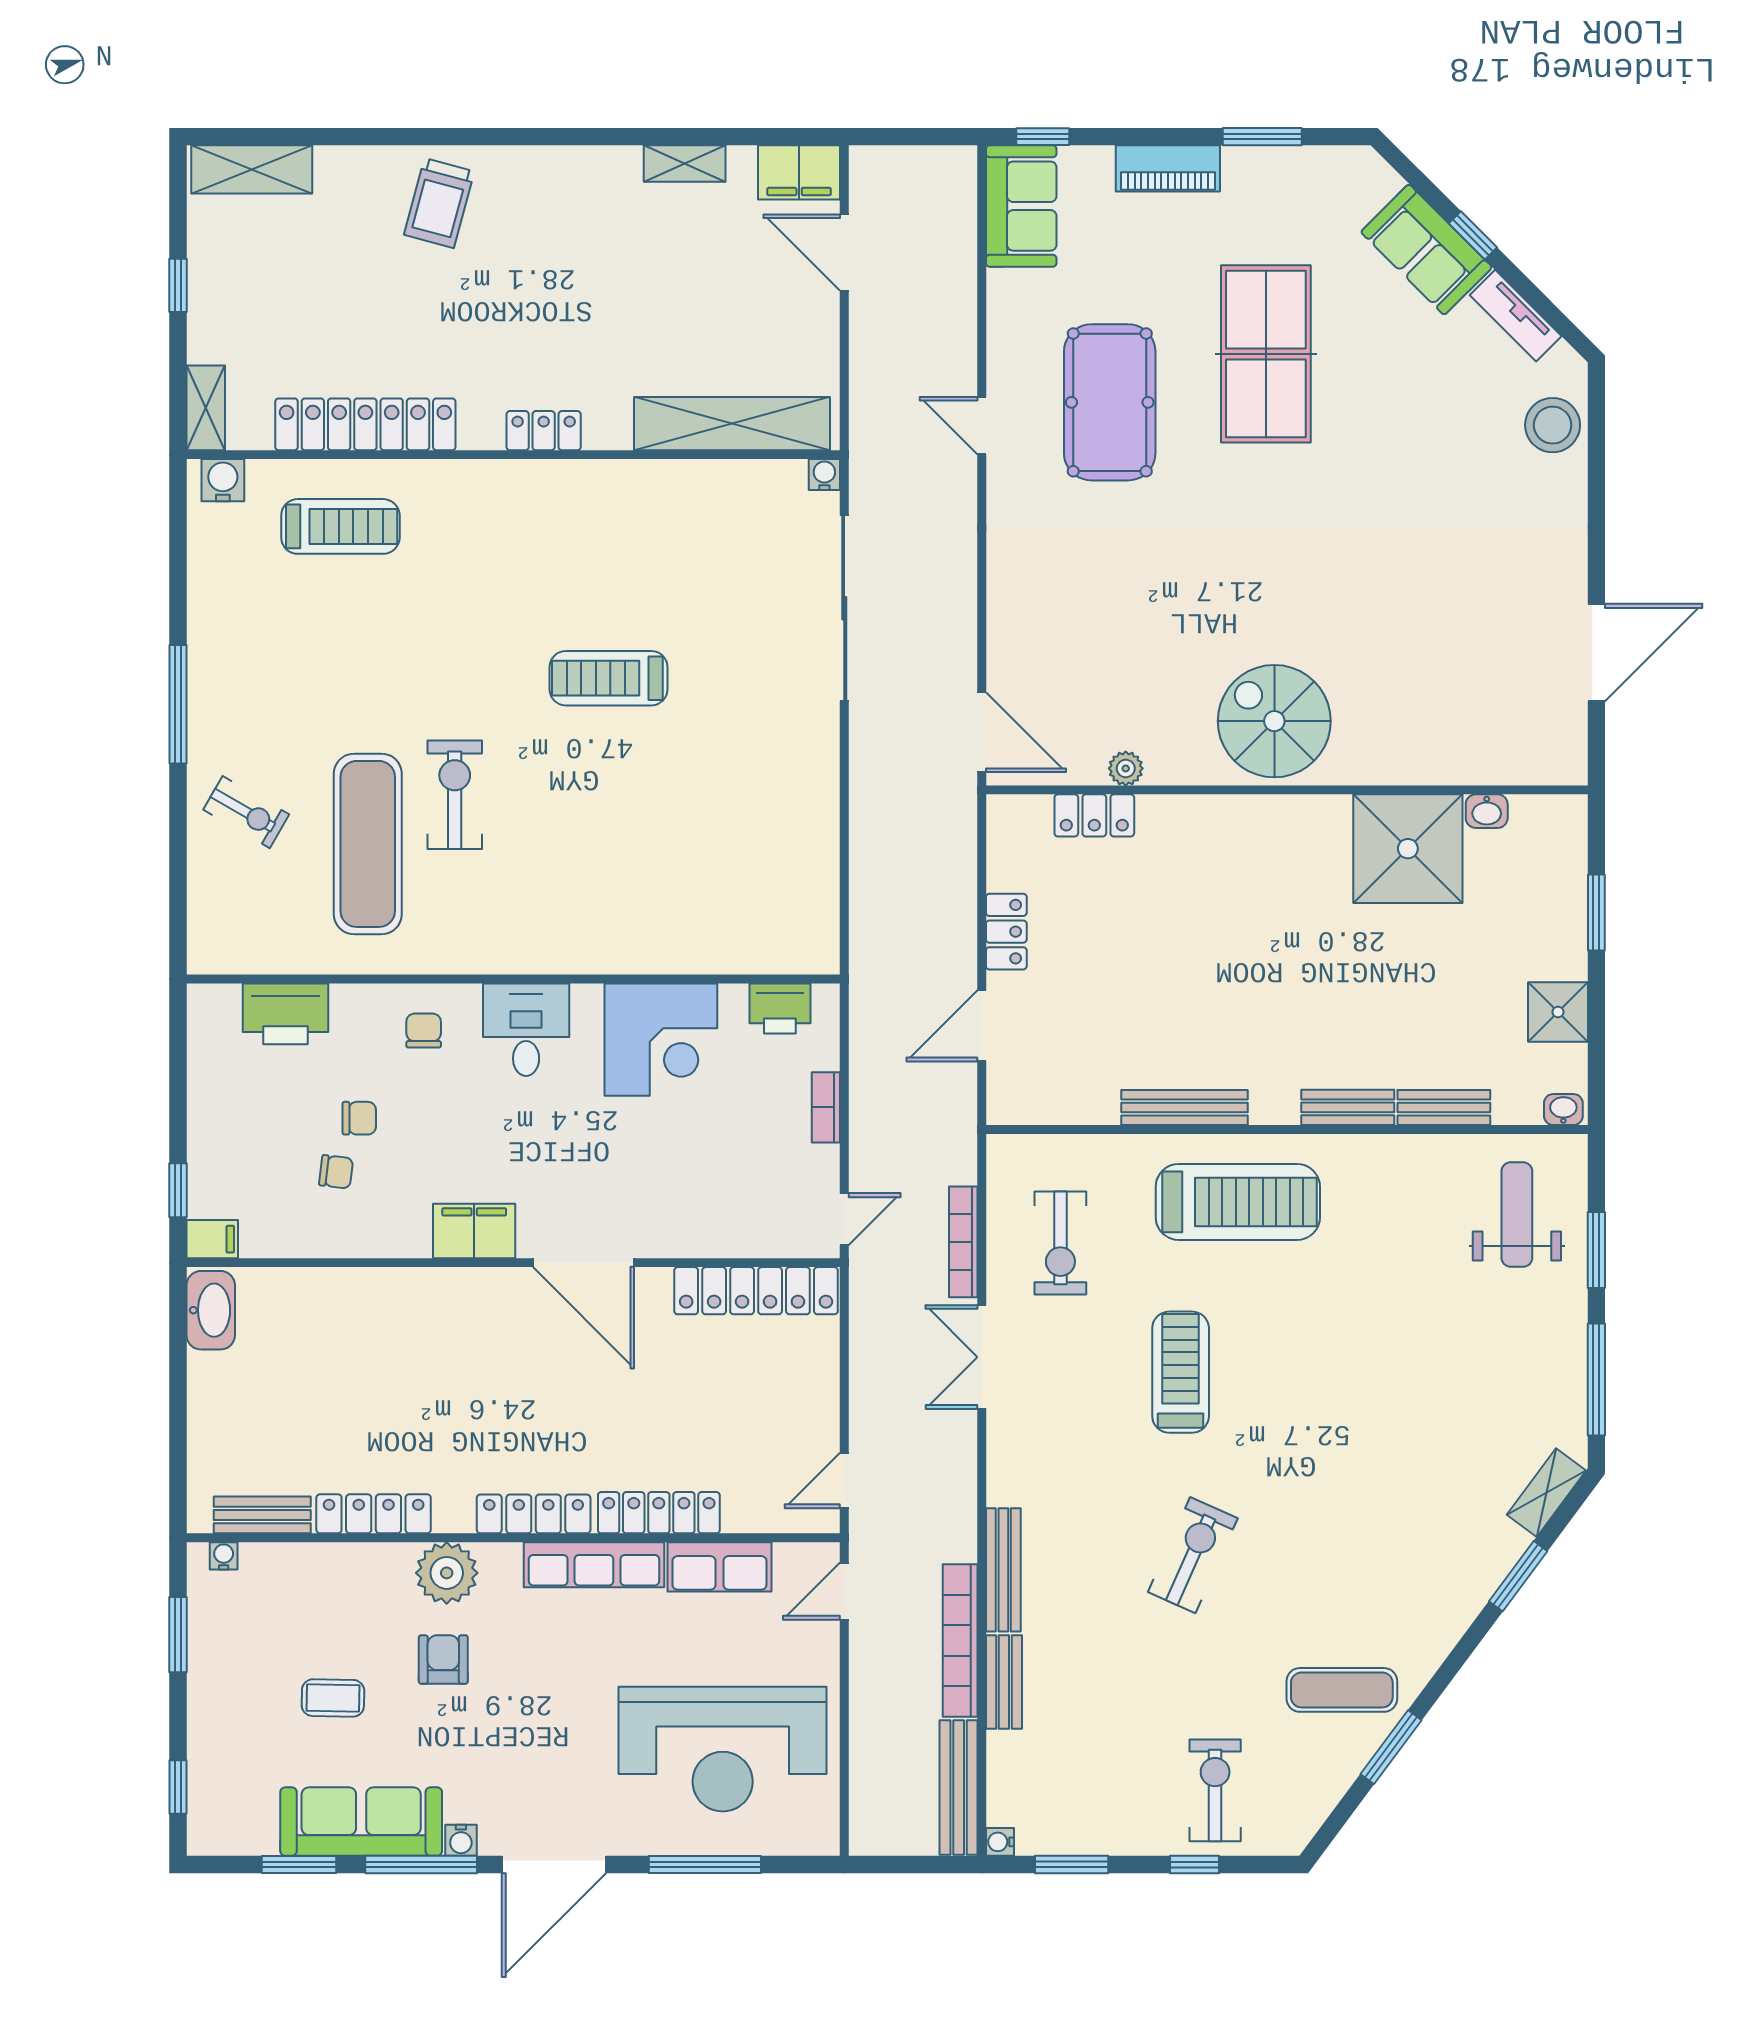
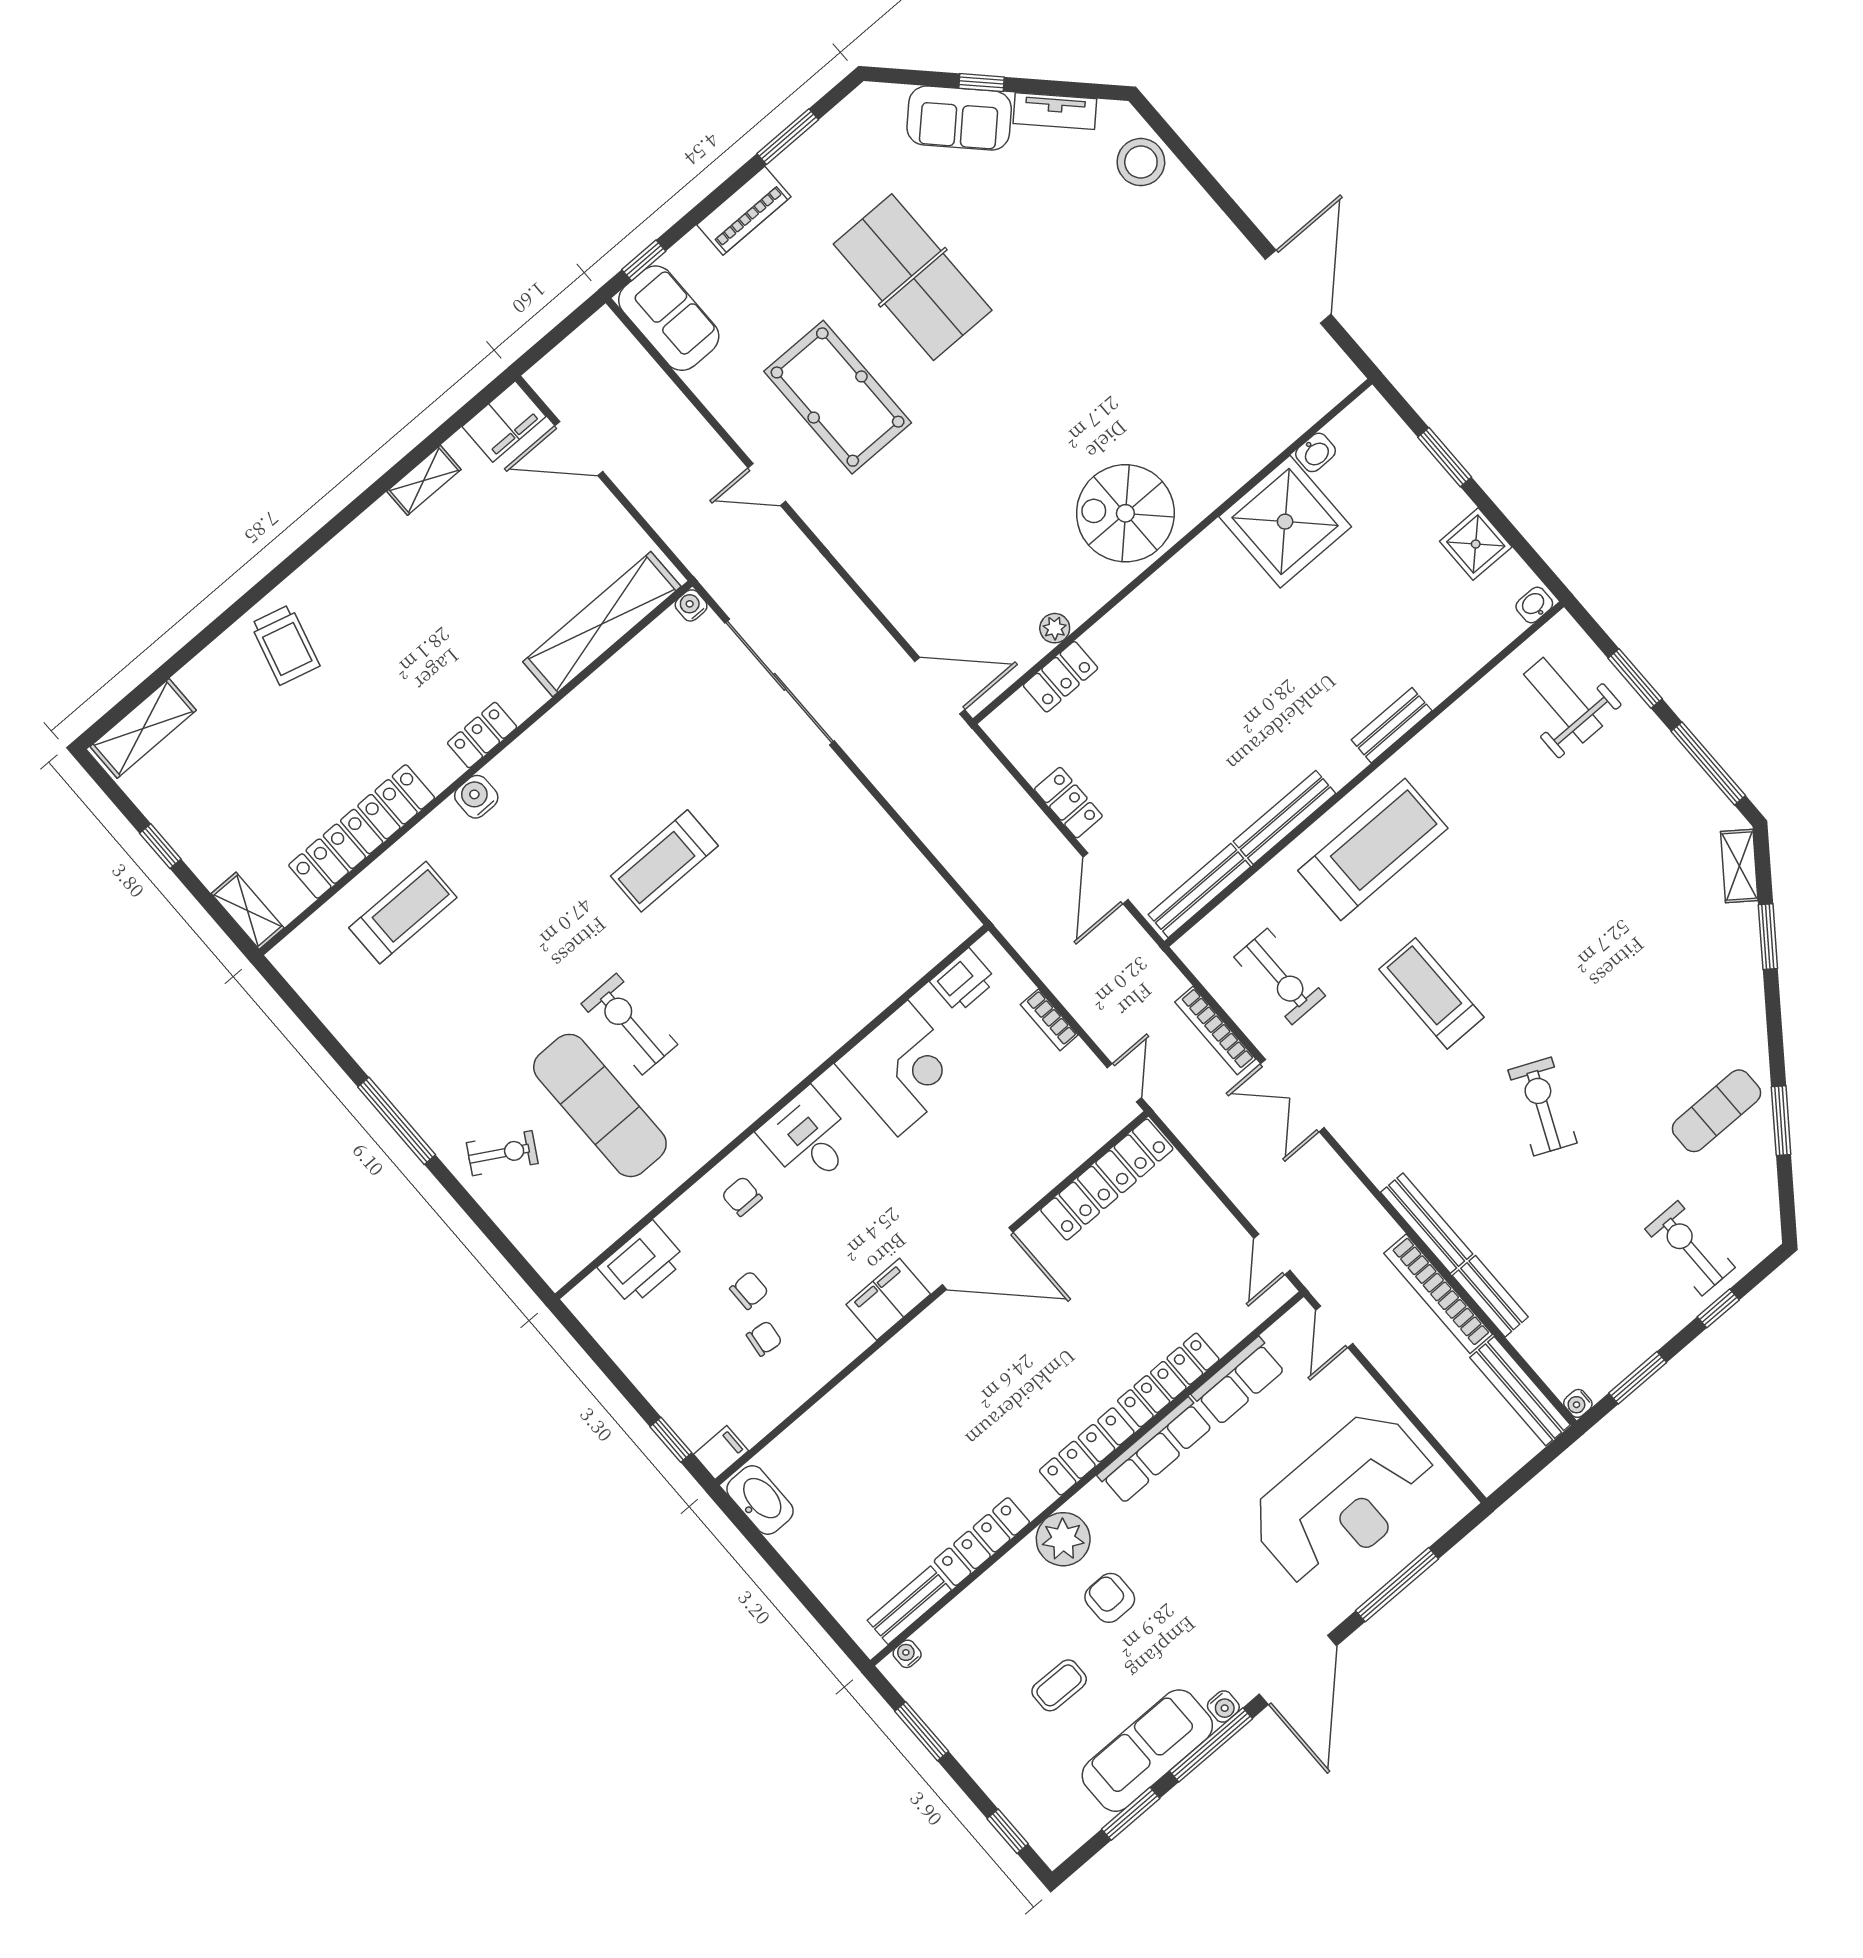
water cooler: (223, 480) -> (476, 797), moved
bench: (1444, 1108) -> (1200, 891), moved, width x1.36

